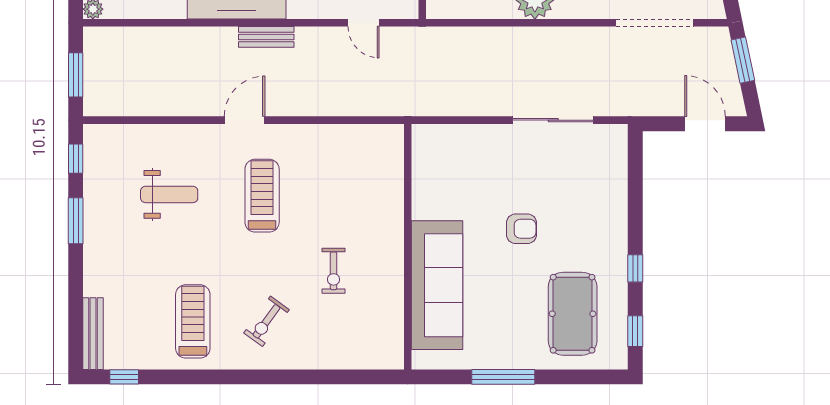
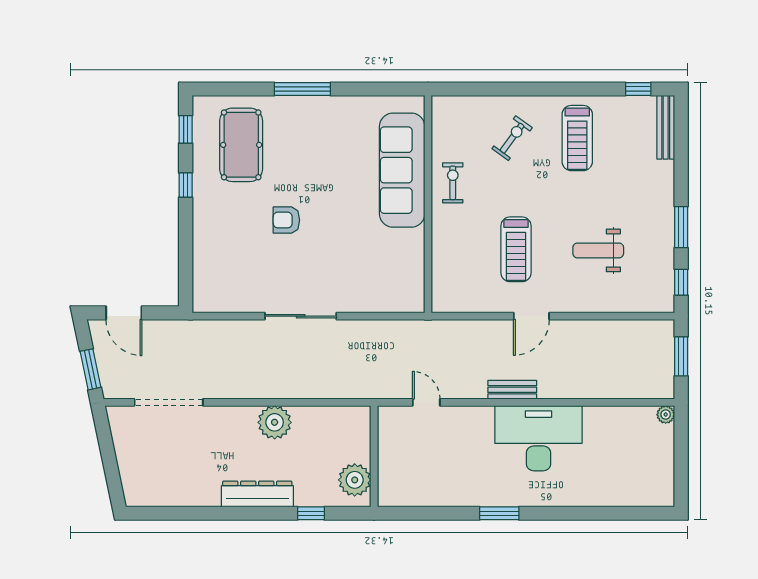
sliding door: (553, 120) -> (301, 316), moved
wall: (408, 247) -> (428, 204), moved
sofa: (437, 285) -> (402, 170), moved

